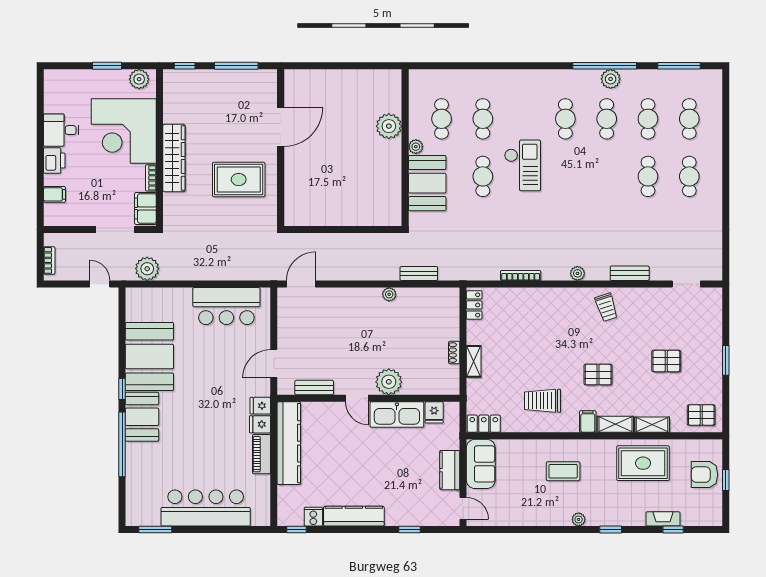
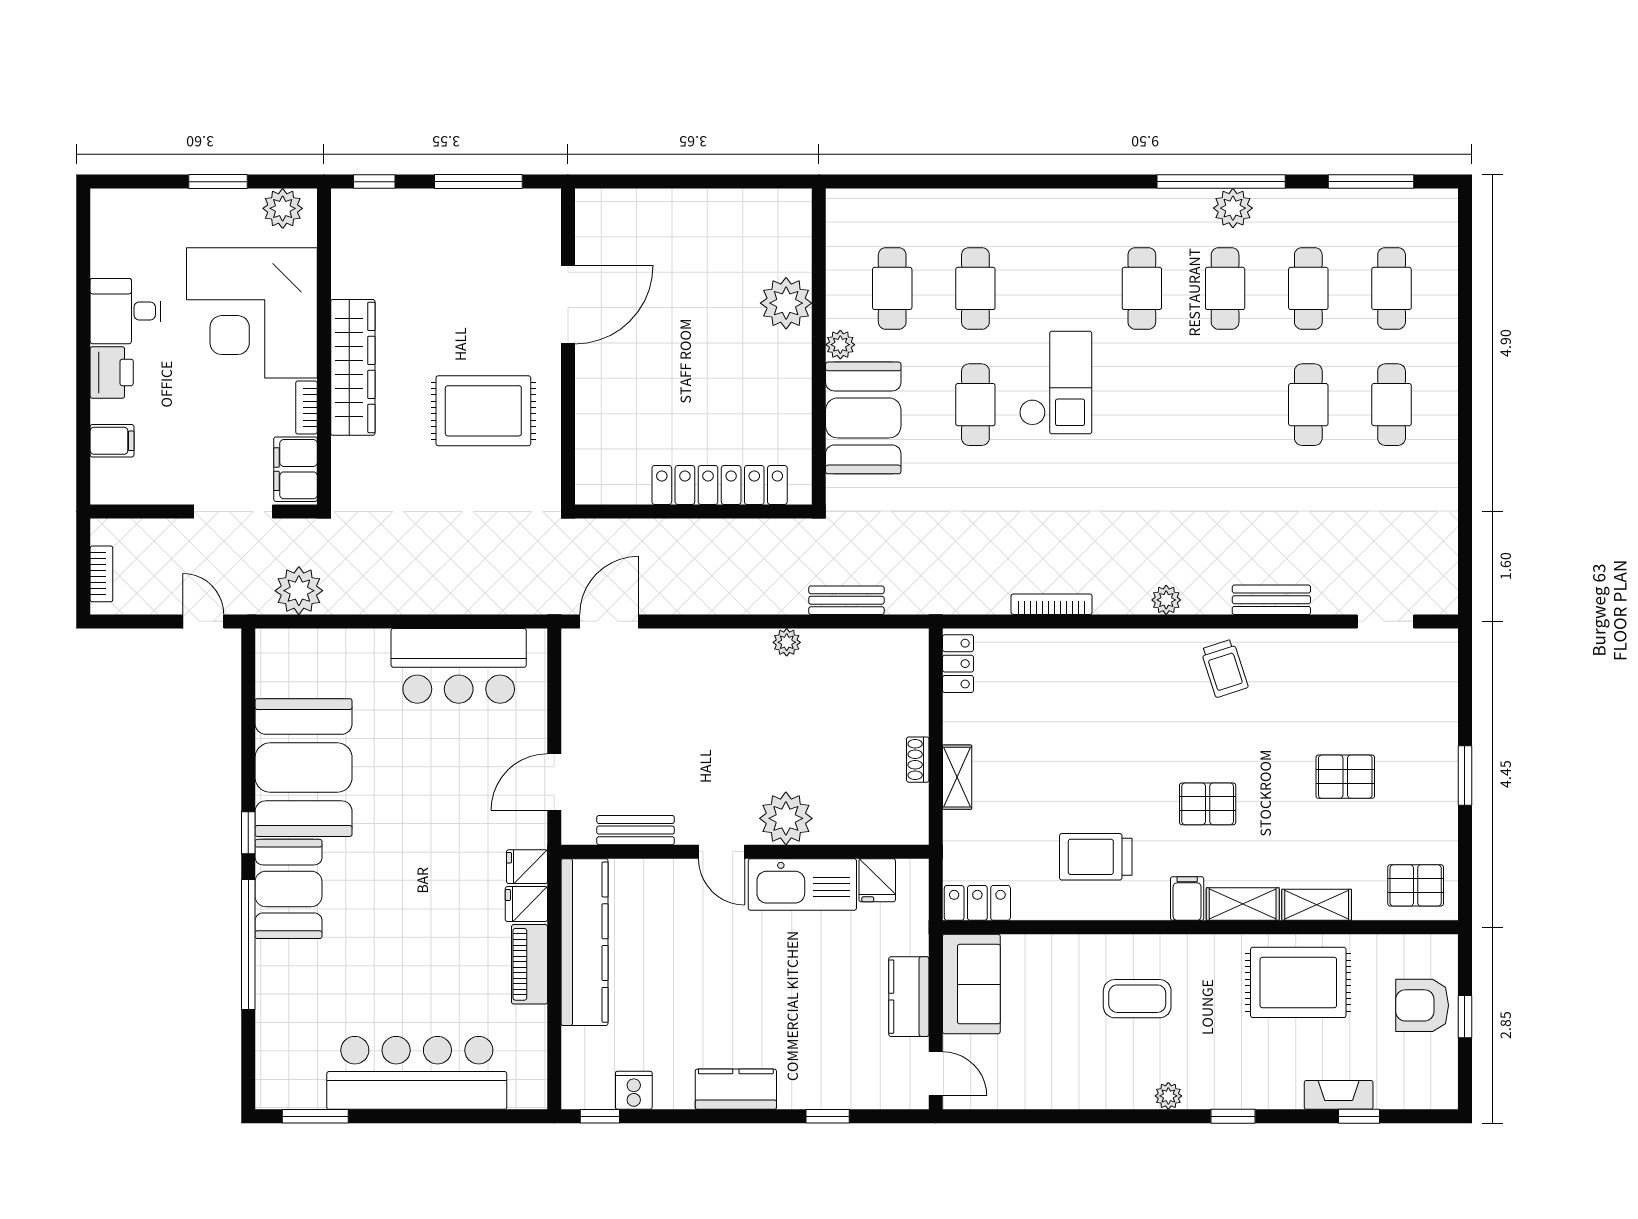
locker: (356, 216) -> (720, 485), added
kitchen counter: (354, 516) -> (736, 1089), width x0.67

